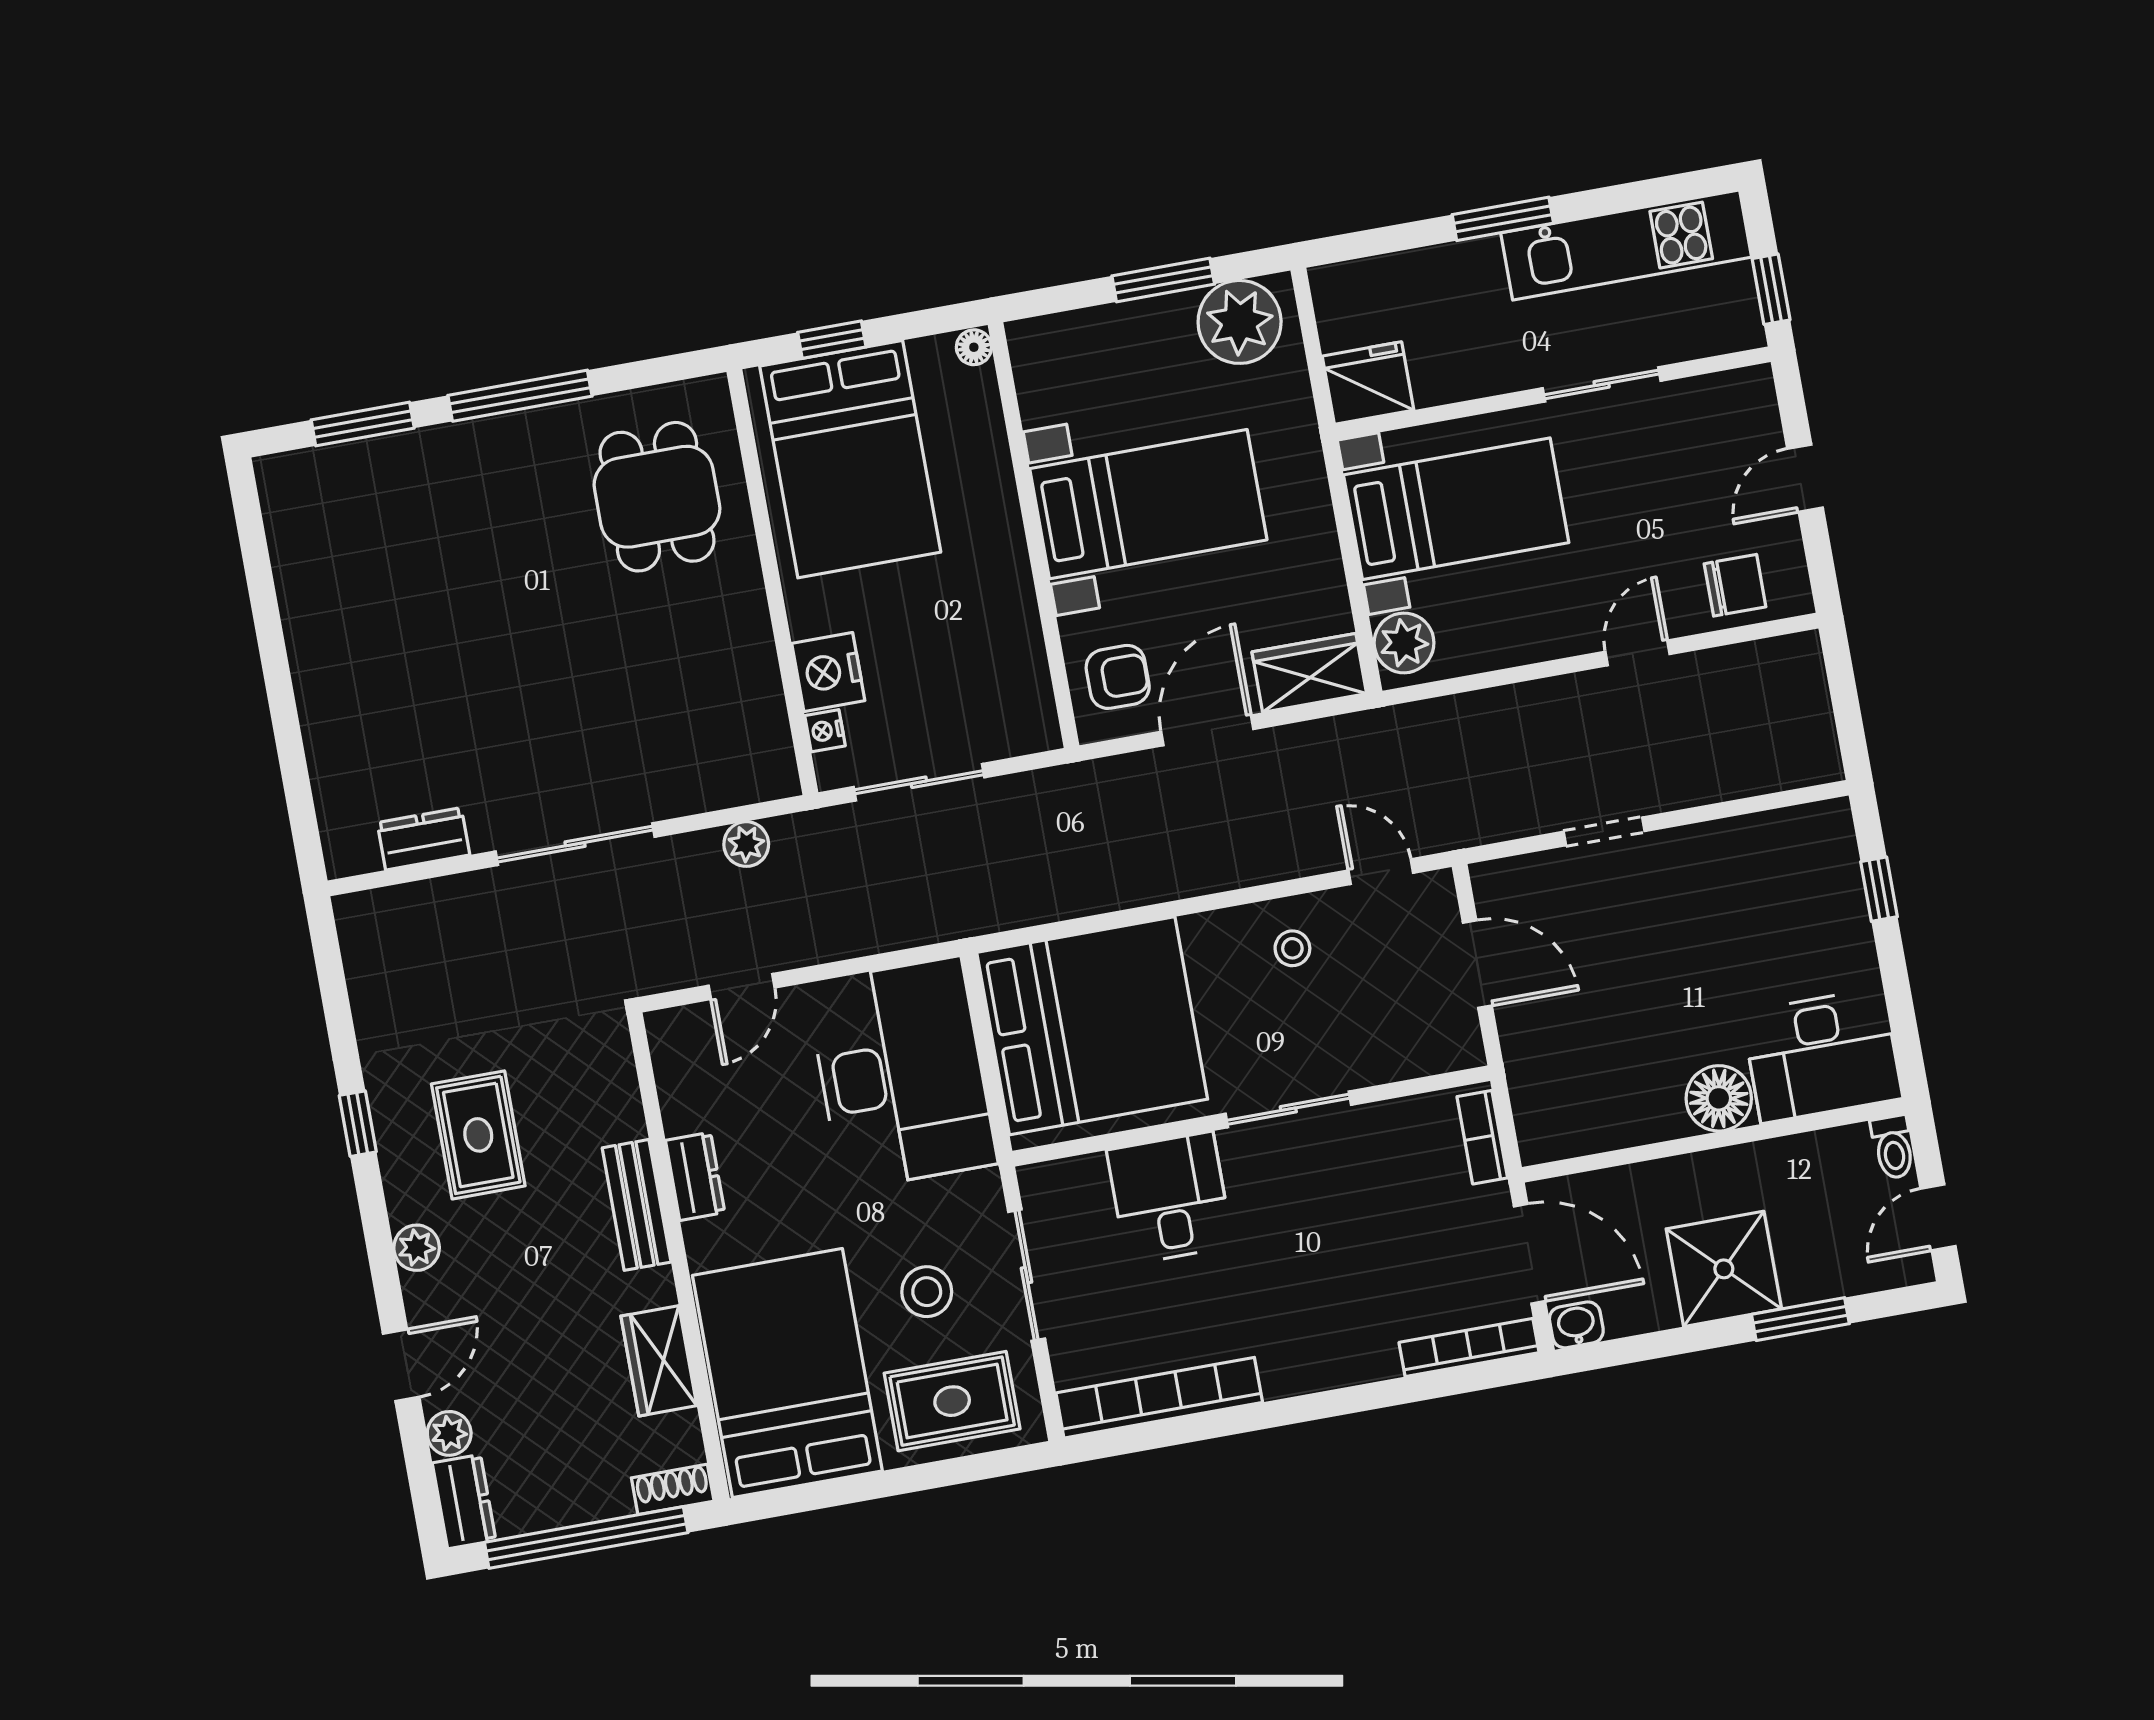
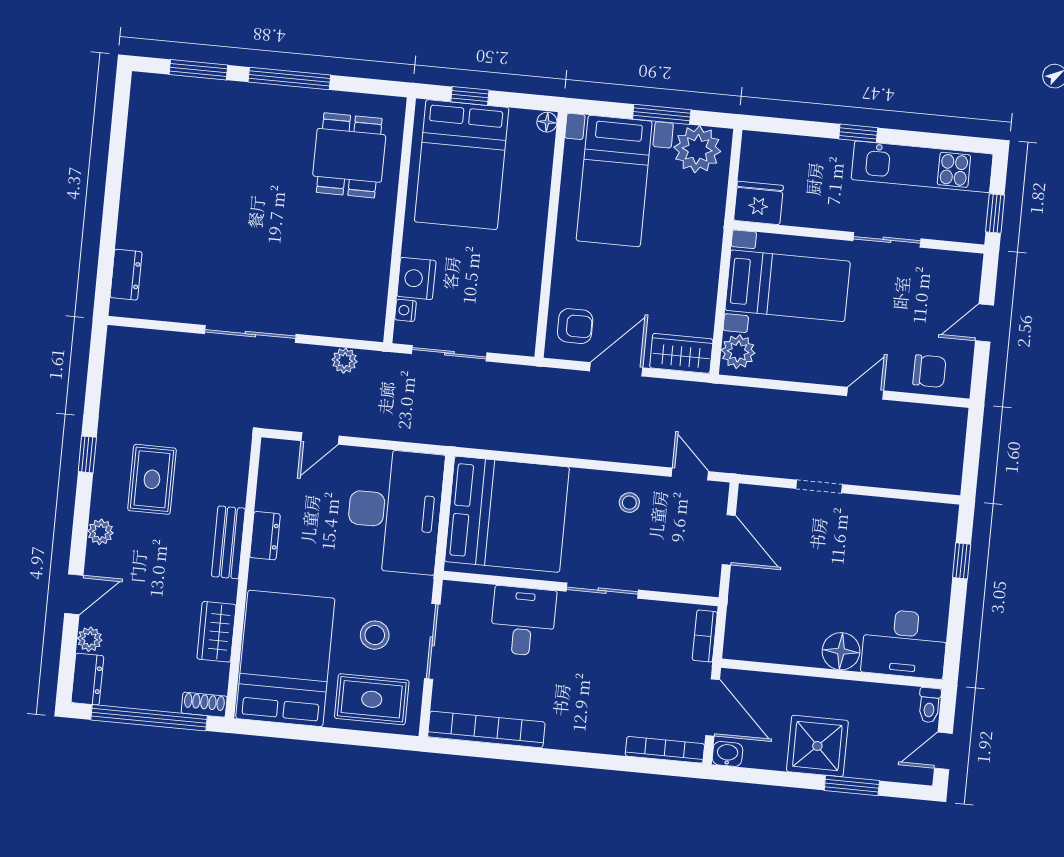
window: (1503, 219) -> (858, 133), width x0.67
bed with nightstands: (1148, 504) -> (614, 181), moved, turned 90
dresser: (423, 839) -> (126, 275), moved, turned 90

